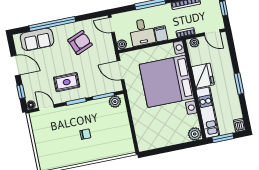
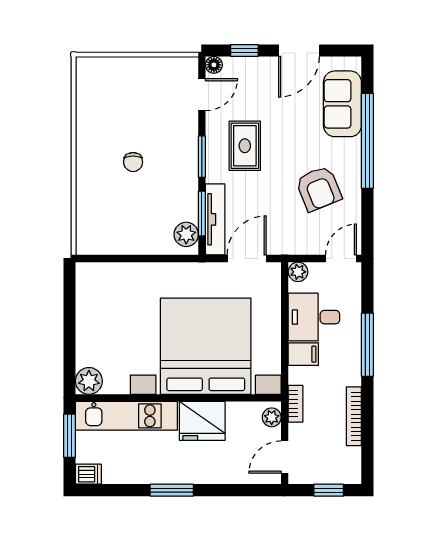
tv unit: (105, 89) -> (215, 219), added

